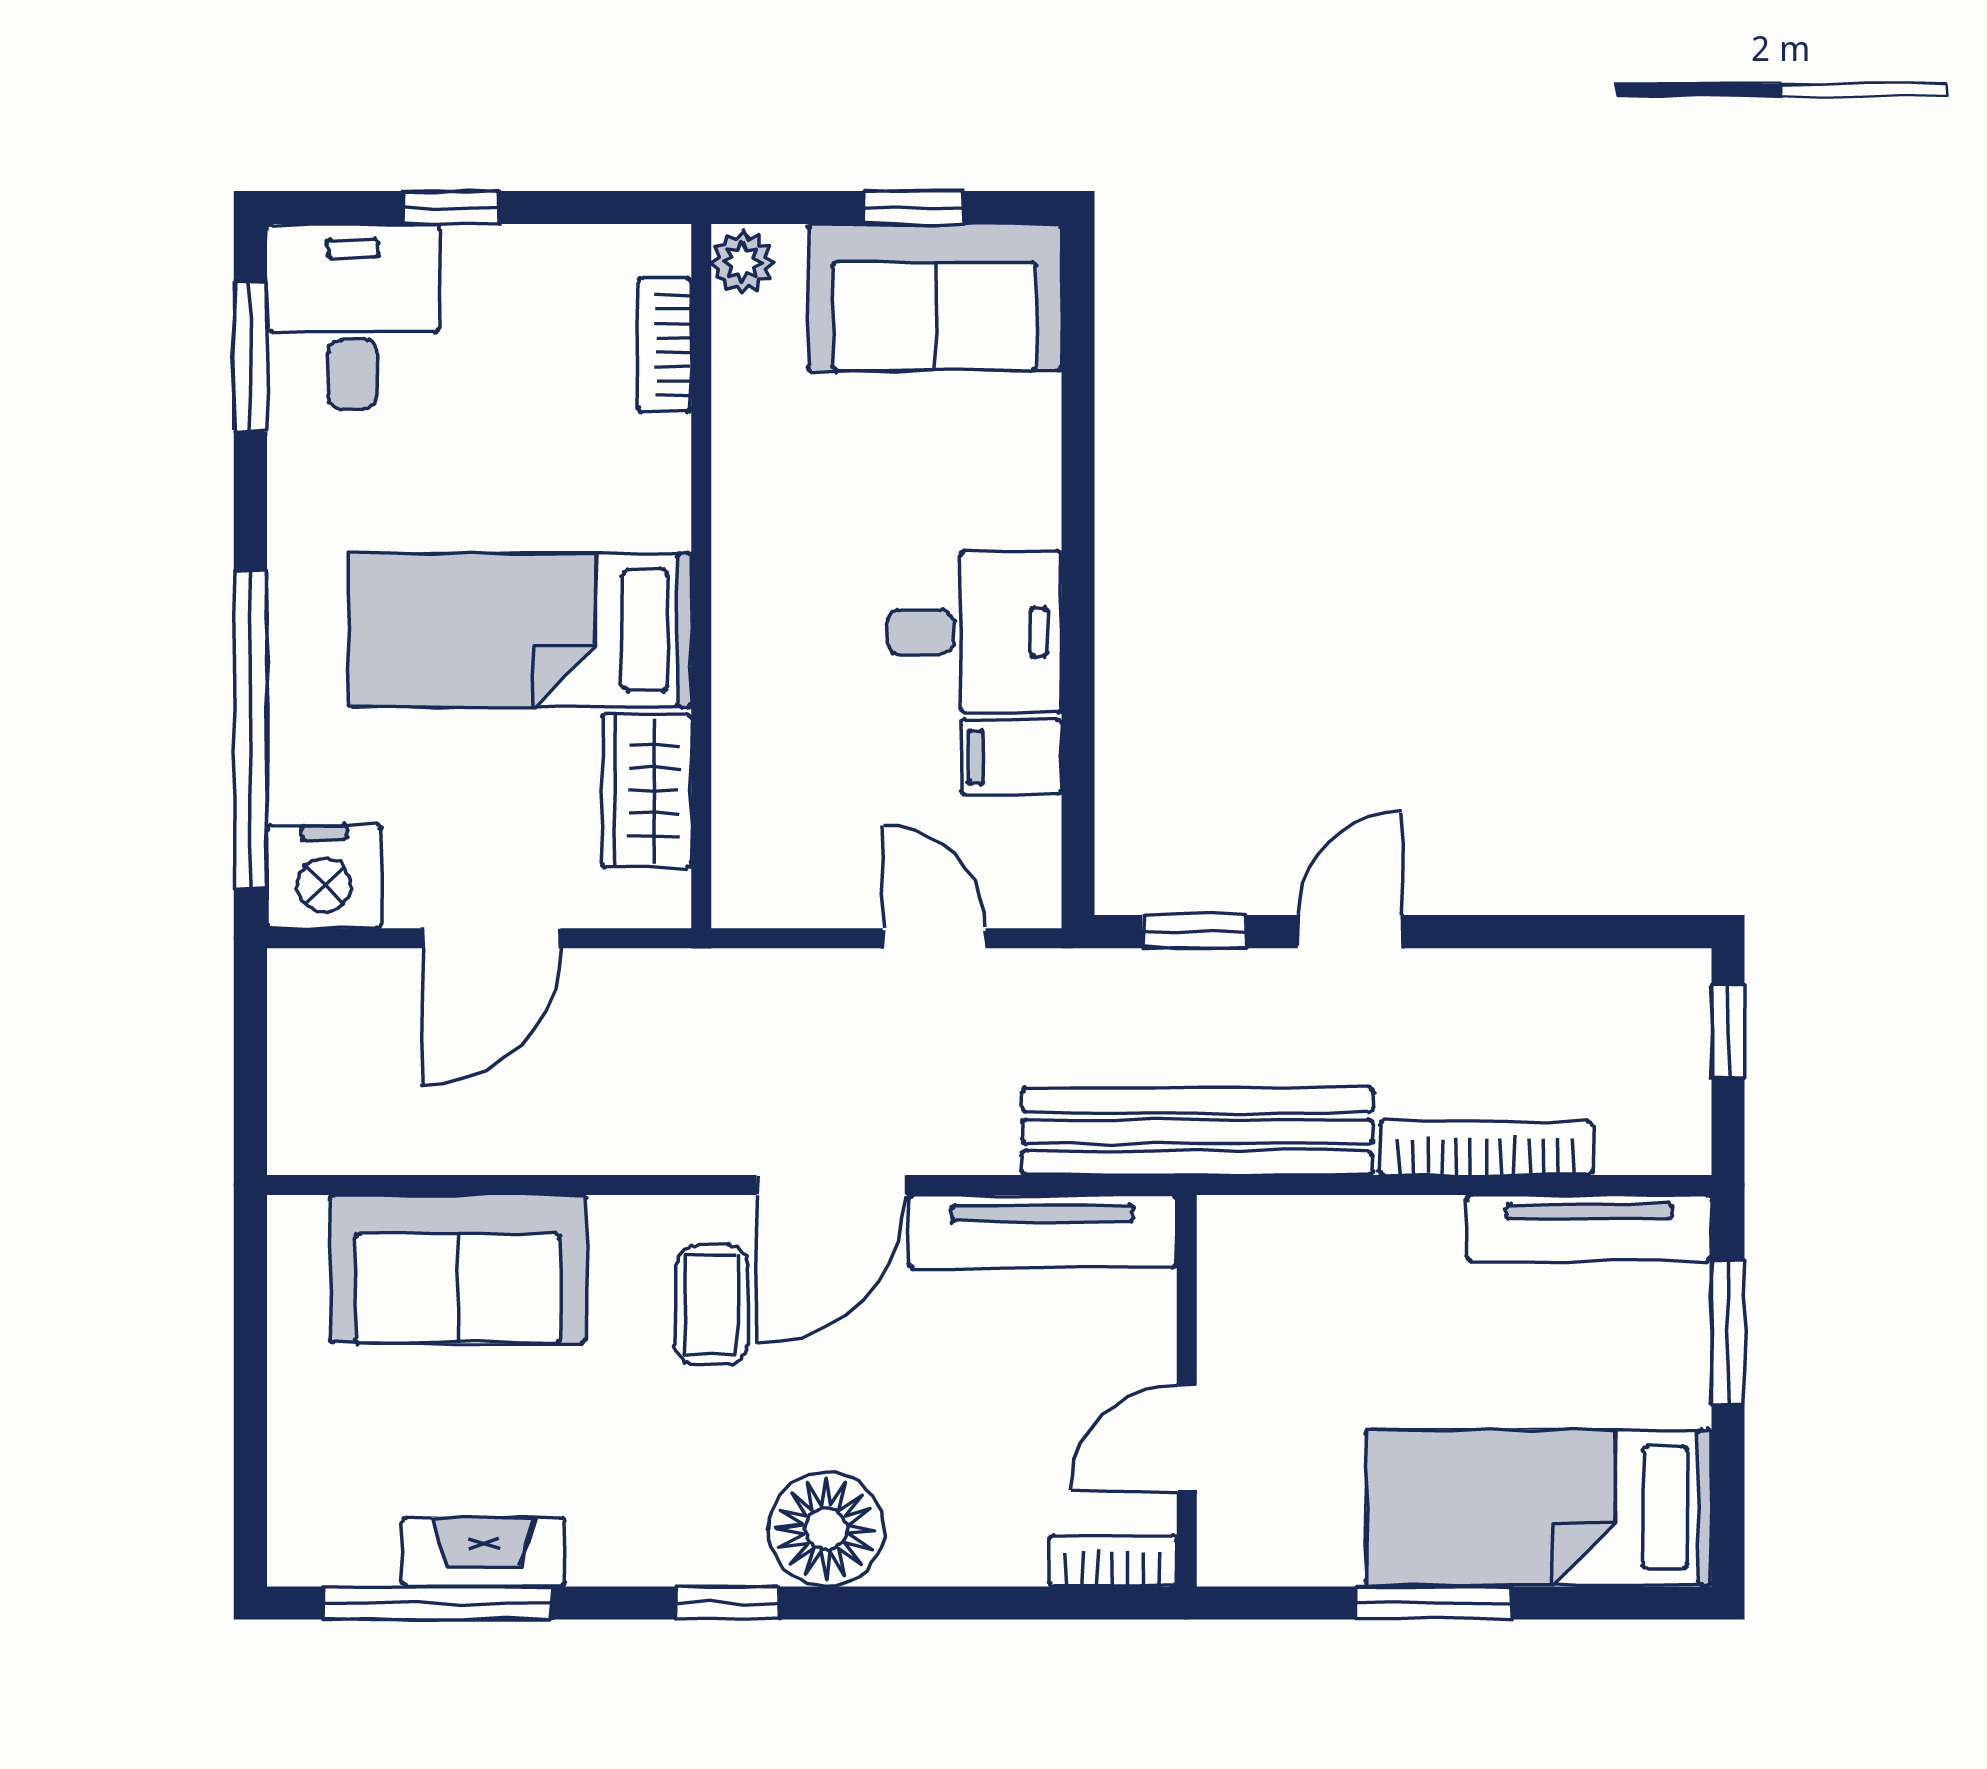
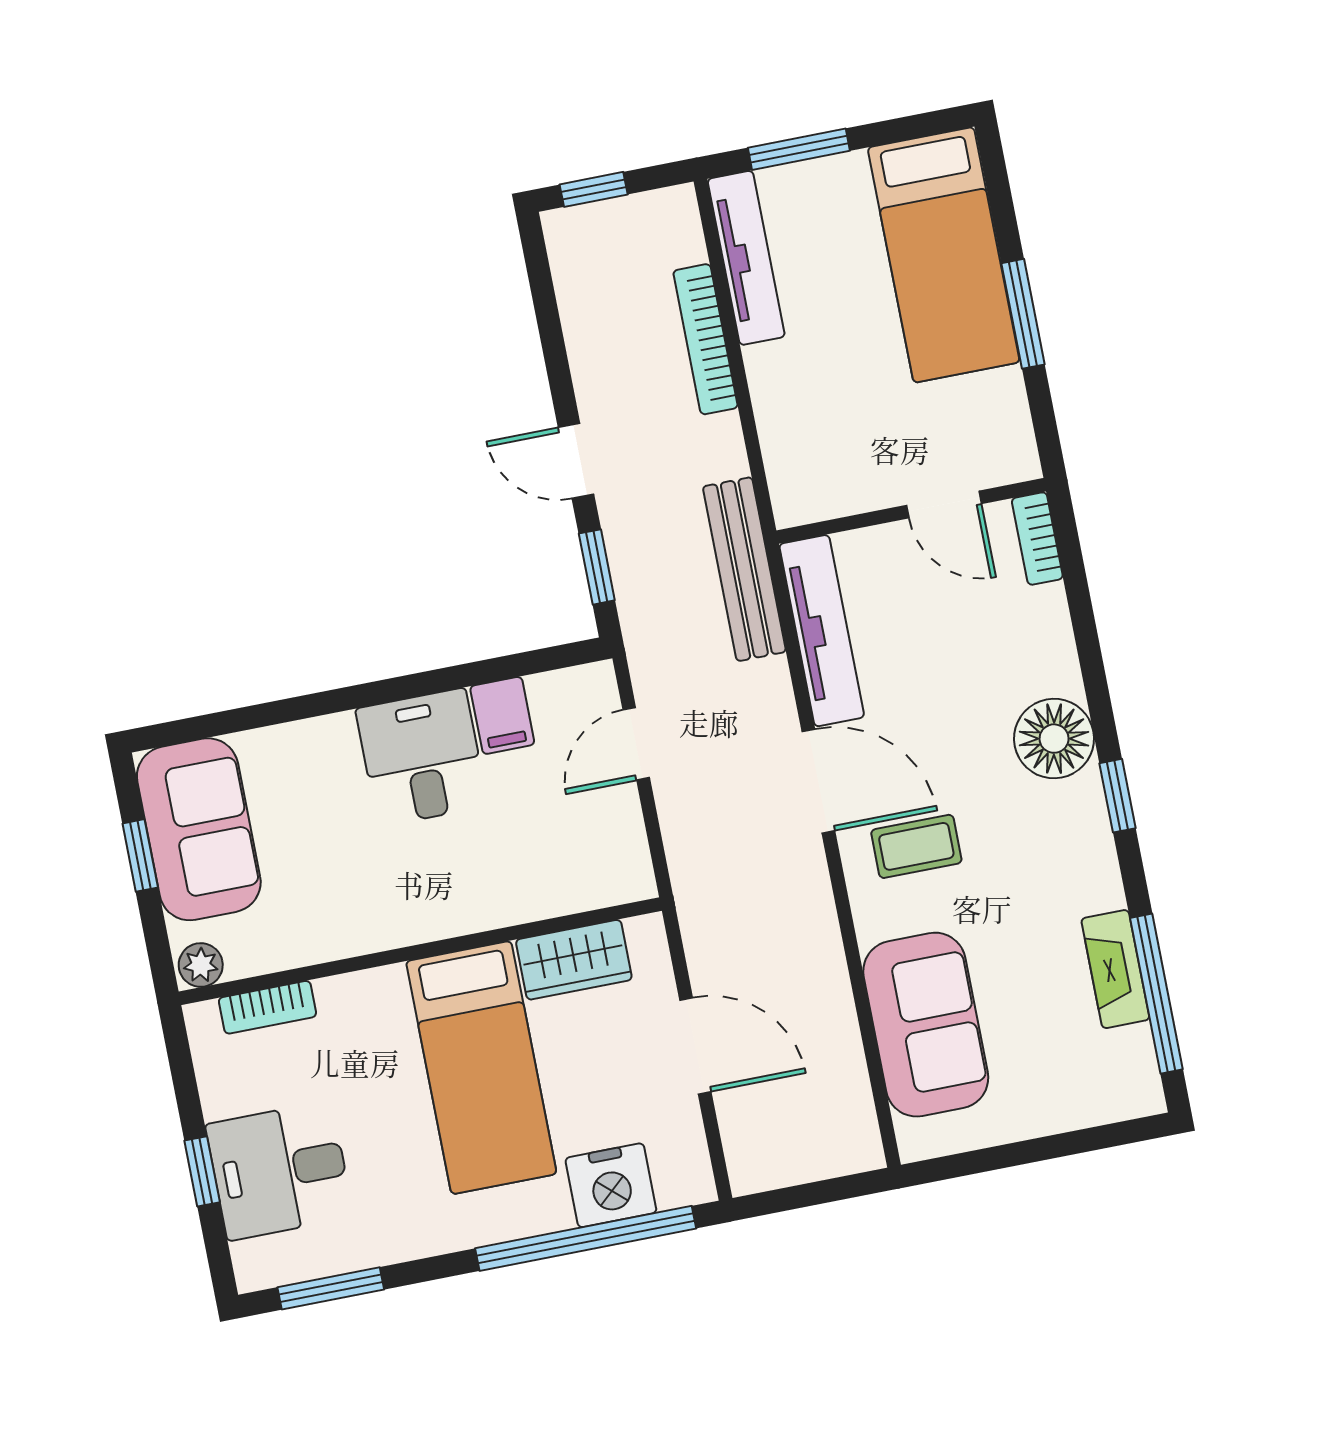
desk: (353, 317) -> (280, 1171), moved
nightstand: (324, 877) -> (611, 1185), moved, turned 90
bench: (1198, 1131) -> (744, 569), width x0.73, depth x0.82

